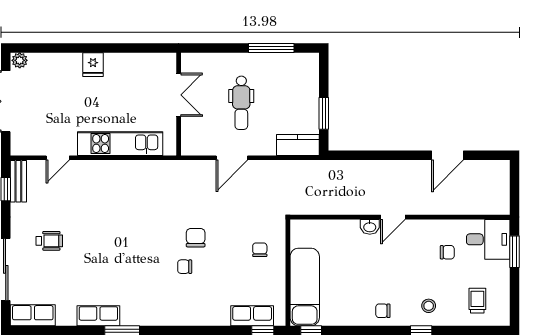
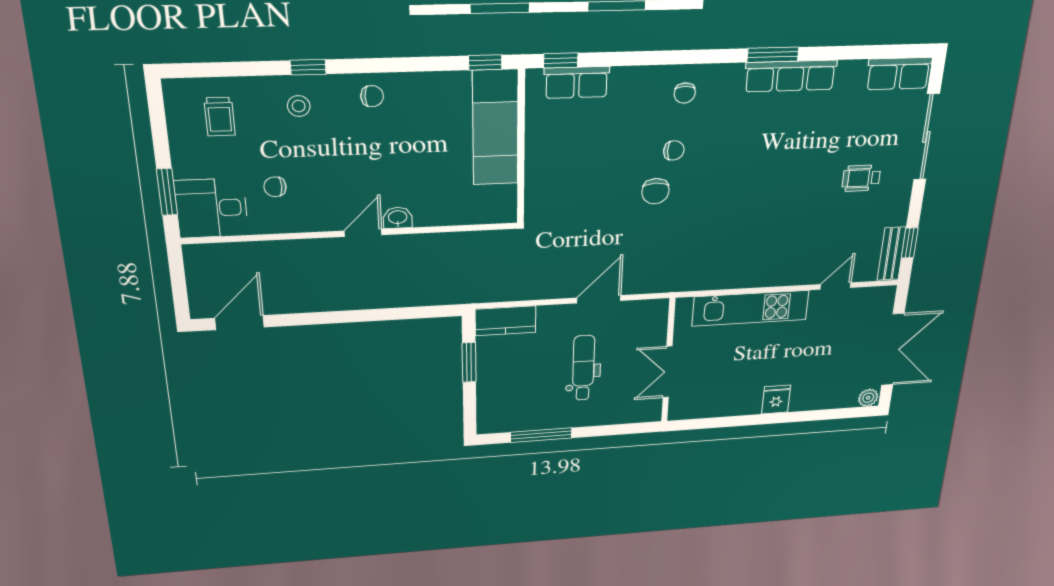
door: (448, 155) -> (240, 323), moved
chair: (260, 250) -> (685, 93), moved
row of seats: (98, 316) -> (790, 76), width x1.48

